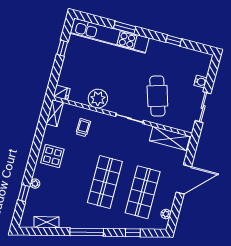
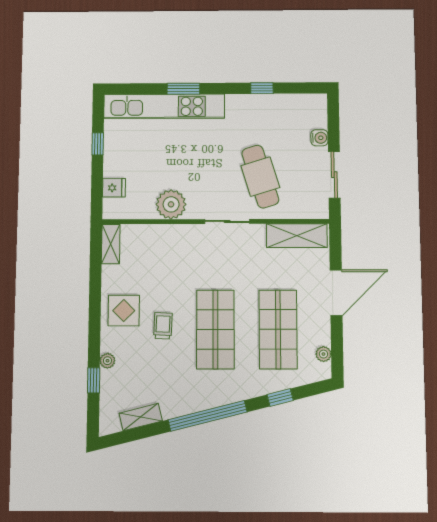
fridge: (62, 93) -> (114, 188), moved
trolley: (83, 128) -> (163, 326), moved
window: (87, 232) -> (208, 416), width x1.46

